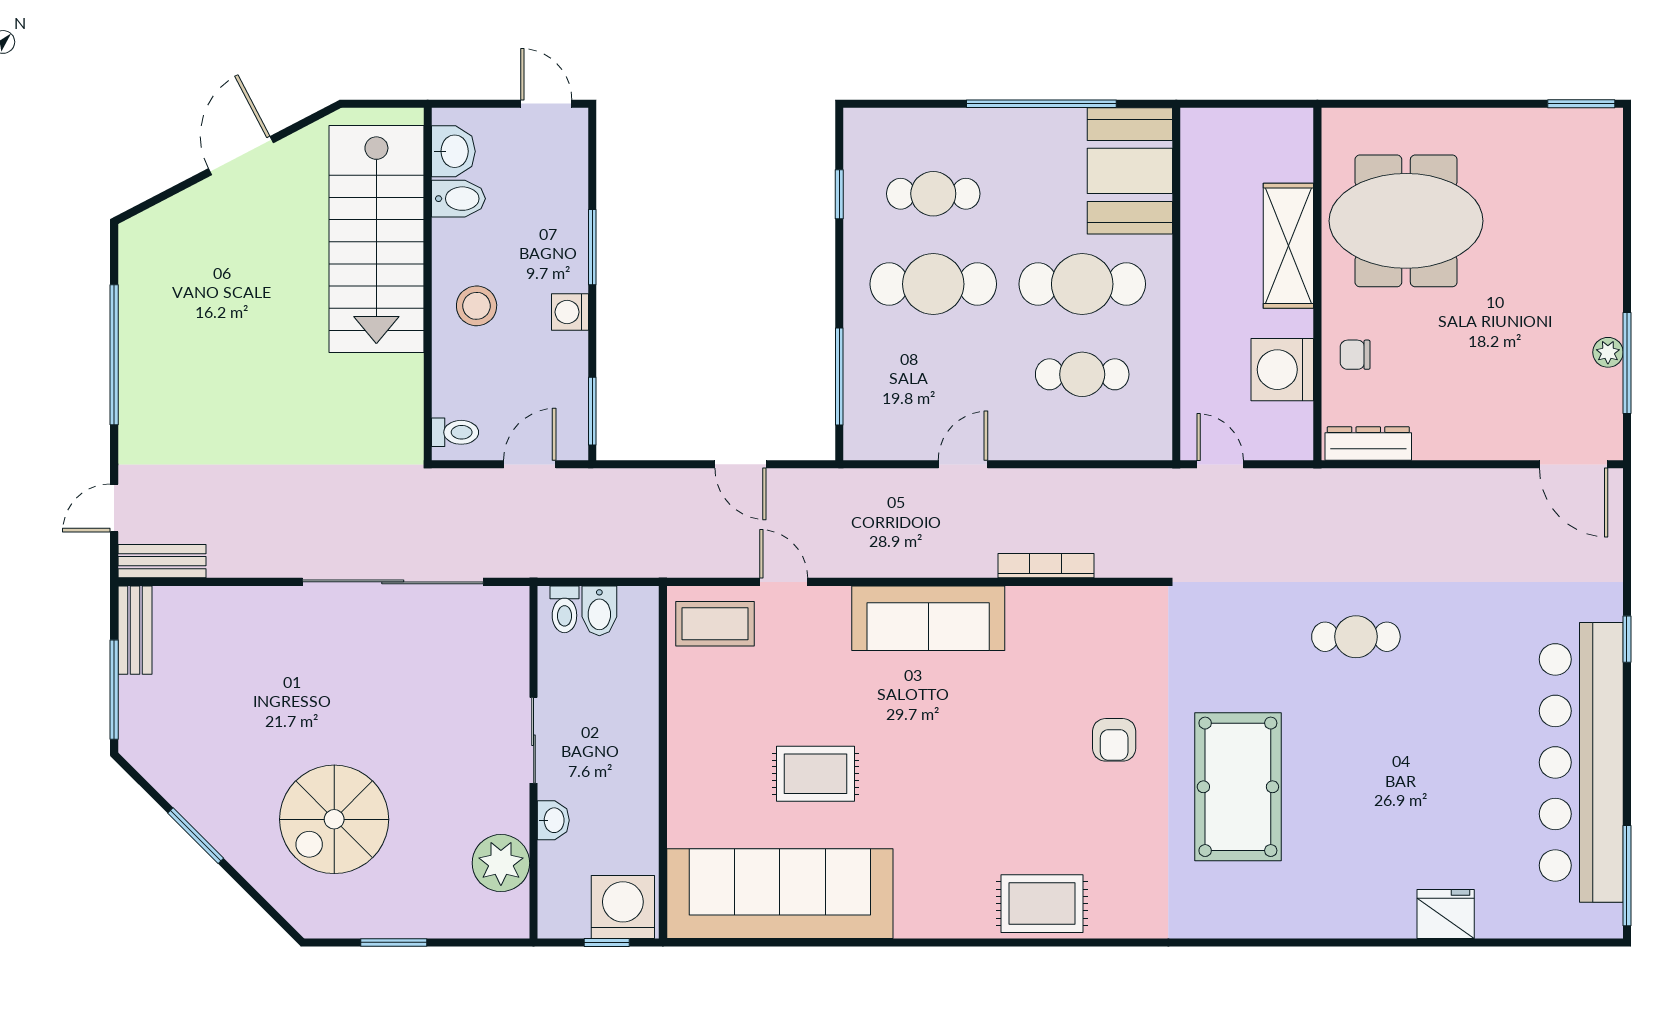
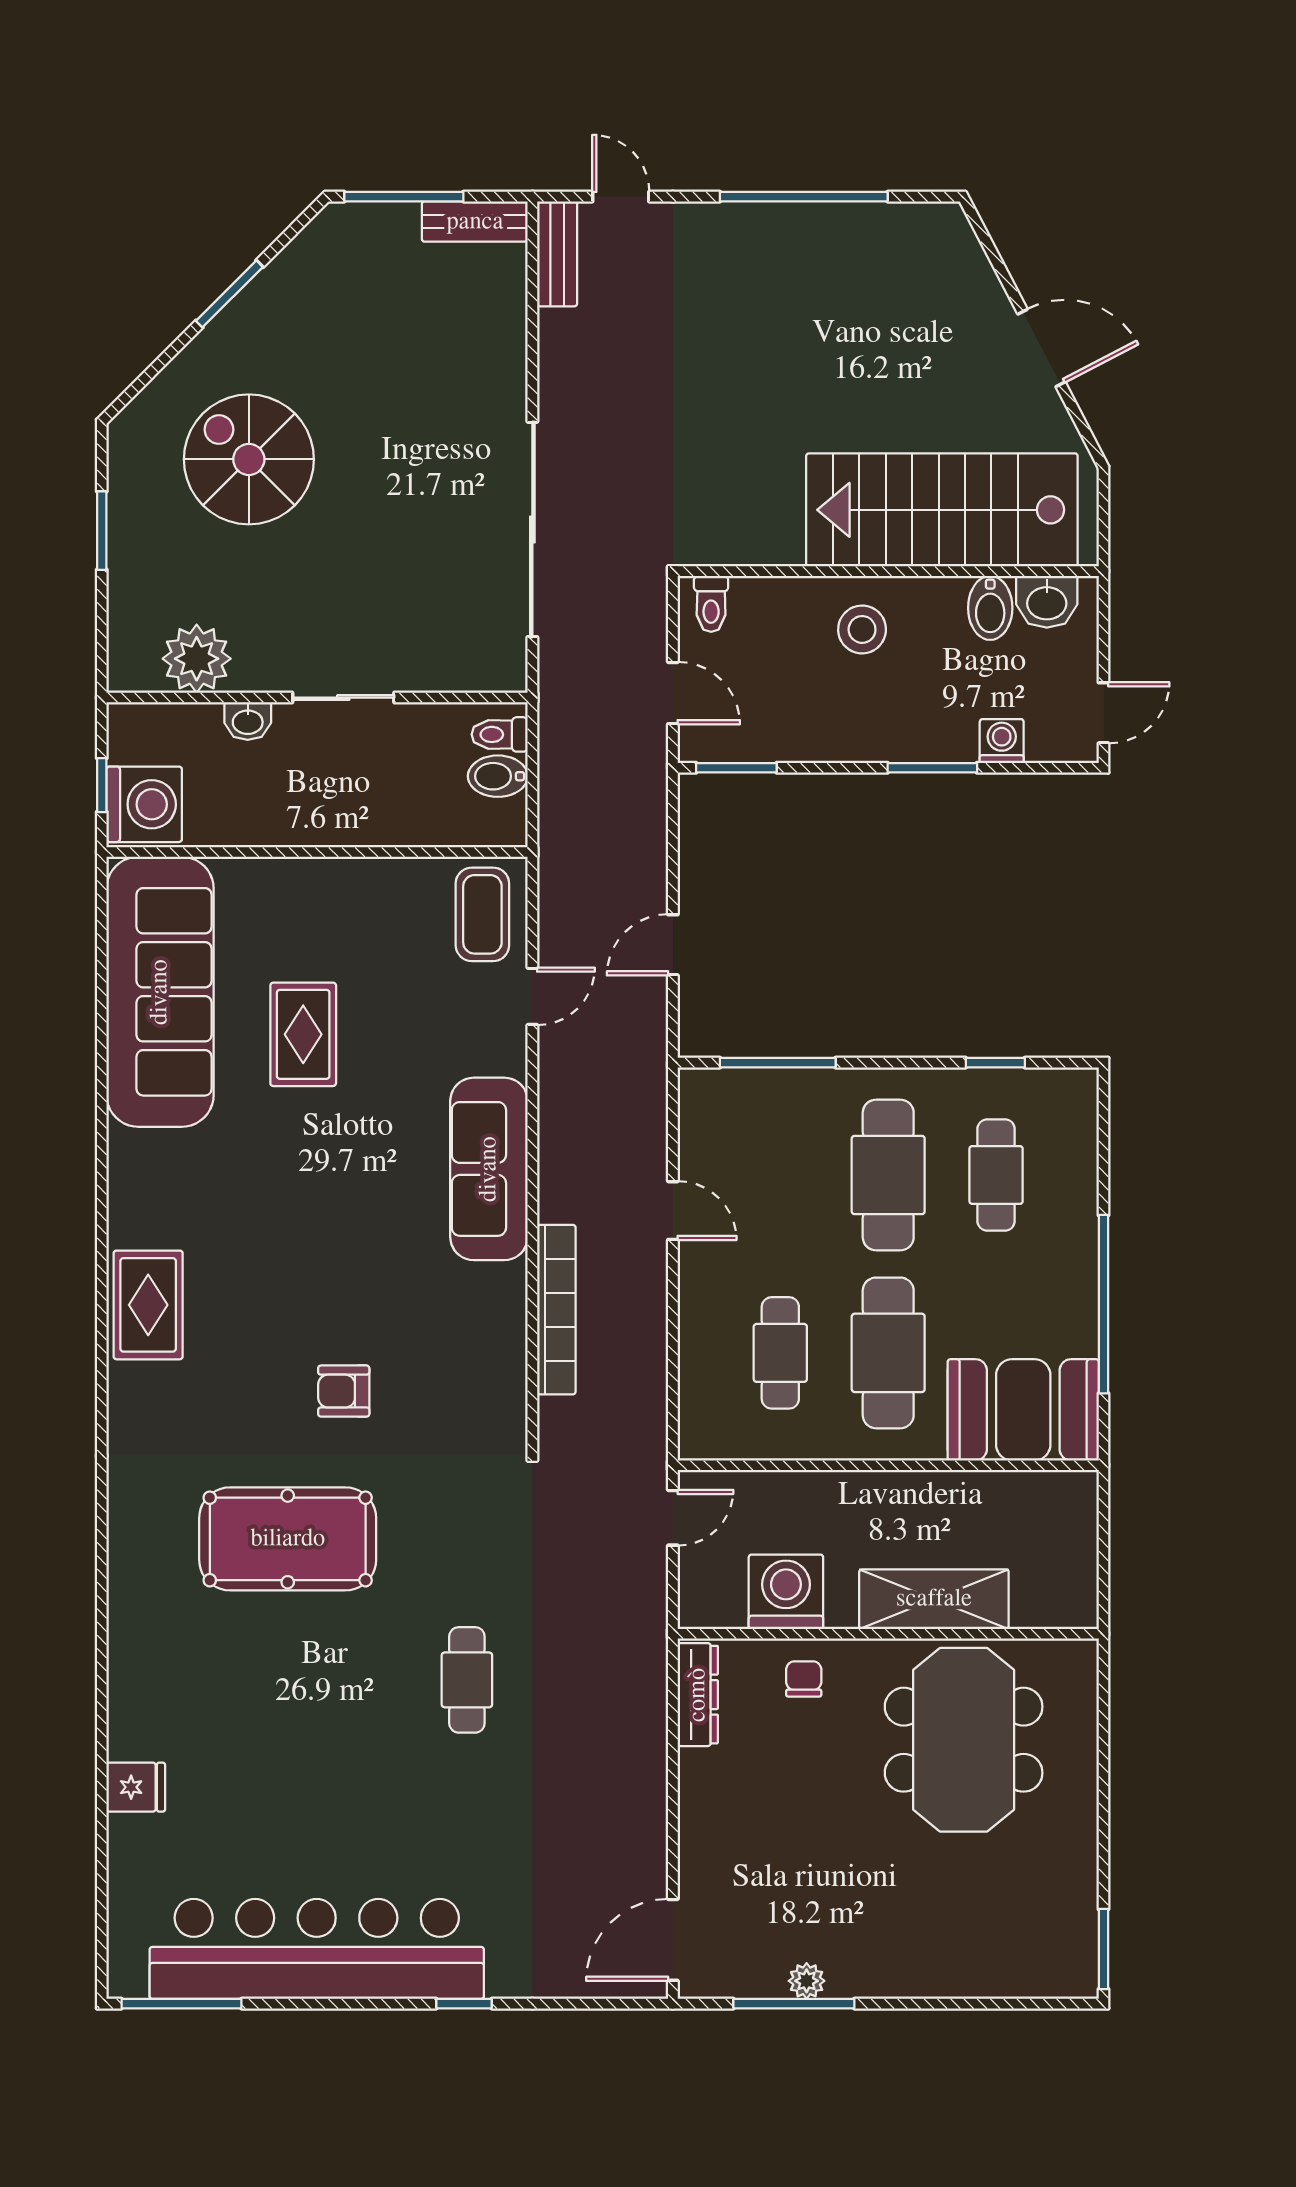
washing machine: (570, 312) -> (1002, 741), moved
bookcase: (1046, 566) -> (556, 1310), width x1.48, depth x1.31
fridge: (1446, 914) -> (136, 1787), width x0.72

